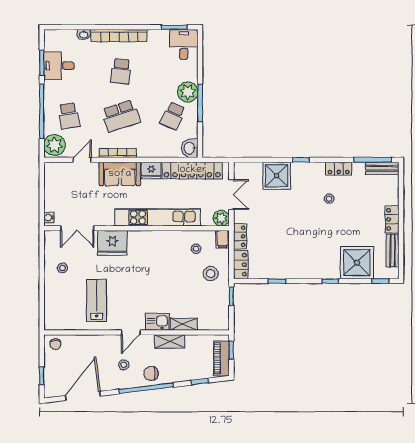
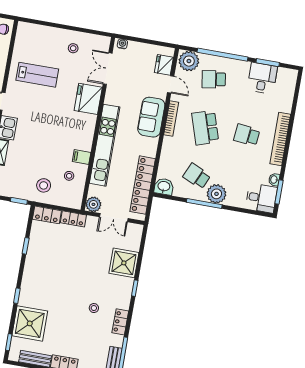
washbasin: (84, 35) -> (274, 180), moved
fridge: (151, 170) -> (164, 65), moved
filing cabinet: (223, 239) -> (82, 157), moved

